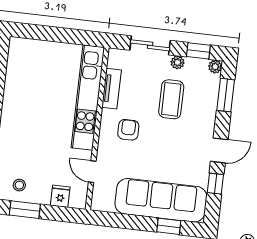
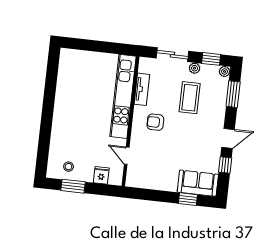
armchair: (128, 130) -> (155, 122), turned -90
sofa: (161, 200) -> (198, 183), width x0.54, depth x0.79

